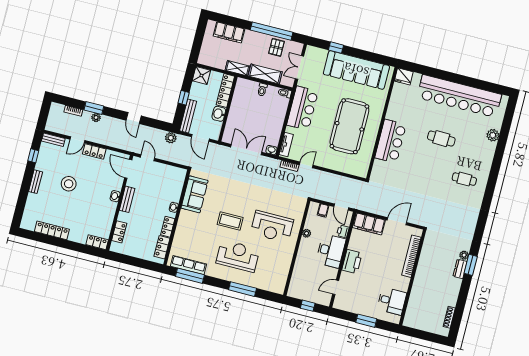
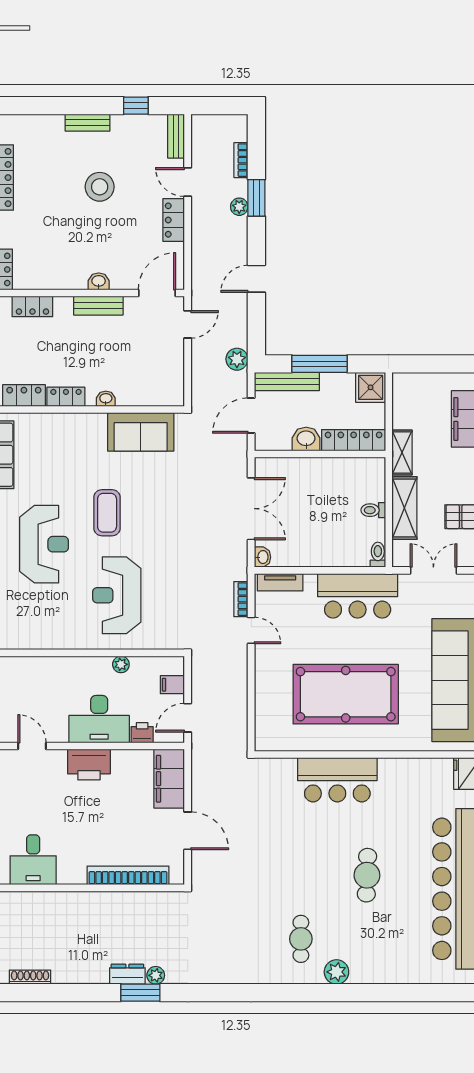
window: (184, 98) -> (320, 364), width x2.17
plant: (493, 135) -> (336, 972), moved

